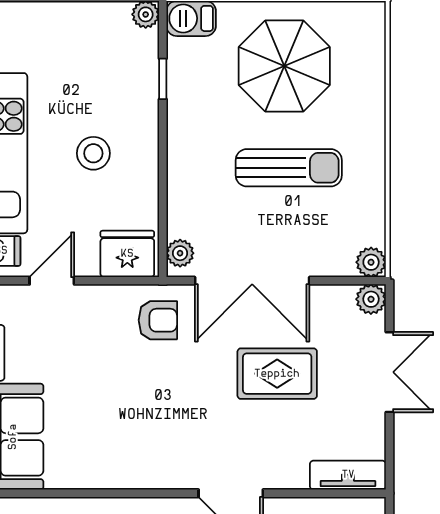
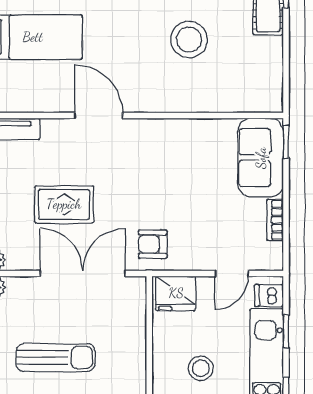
sun lounger: (289, 168) -> (56, 357), turned 180
plant: (180, 253) -> (136, 294), removed

